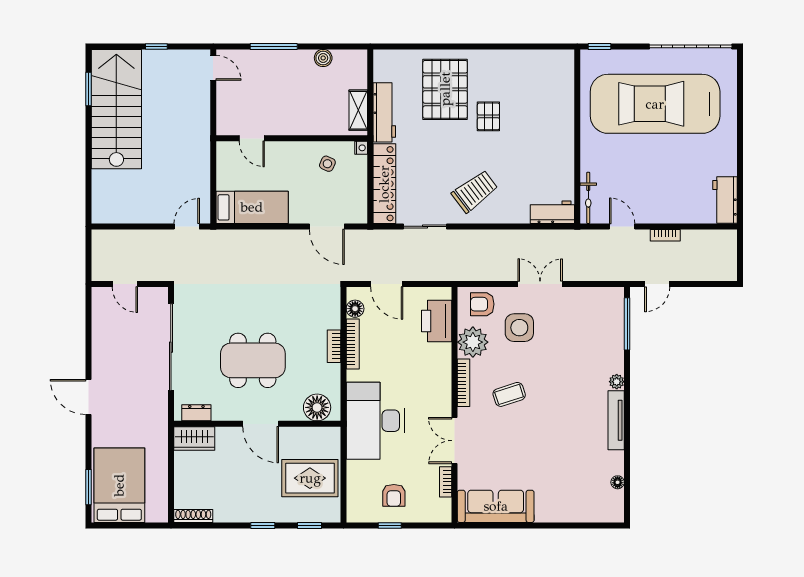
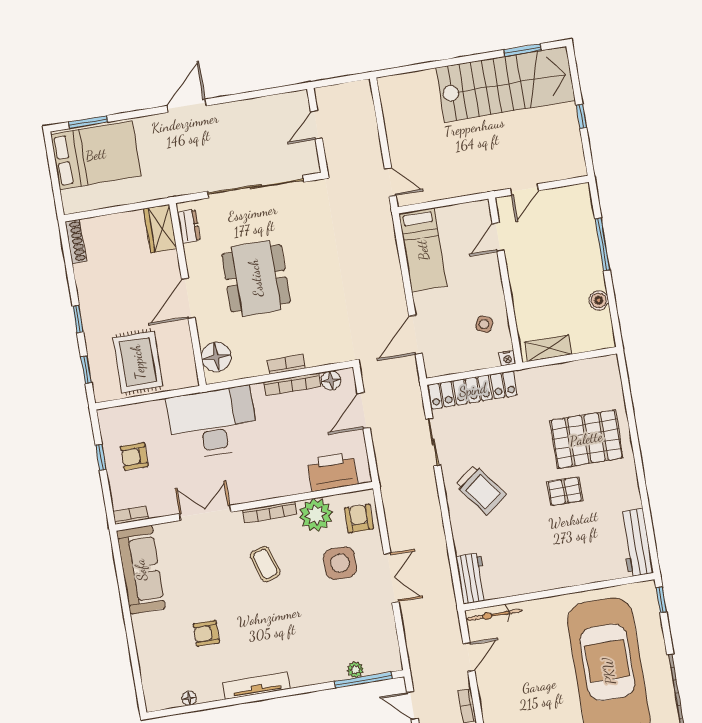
door: (213, 68) -> (524, 189), moved
workbench: (384, 112) -> (636, 542), moved, turned 90
plant: (617, 382) -> (355, 670), moved
armchair: (562, 457) -> (206, 633), added
bookcase: (446, 482) -> (131, 515), moved

